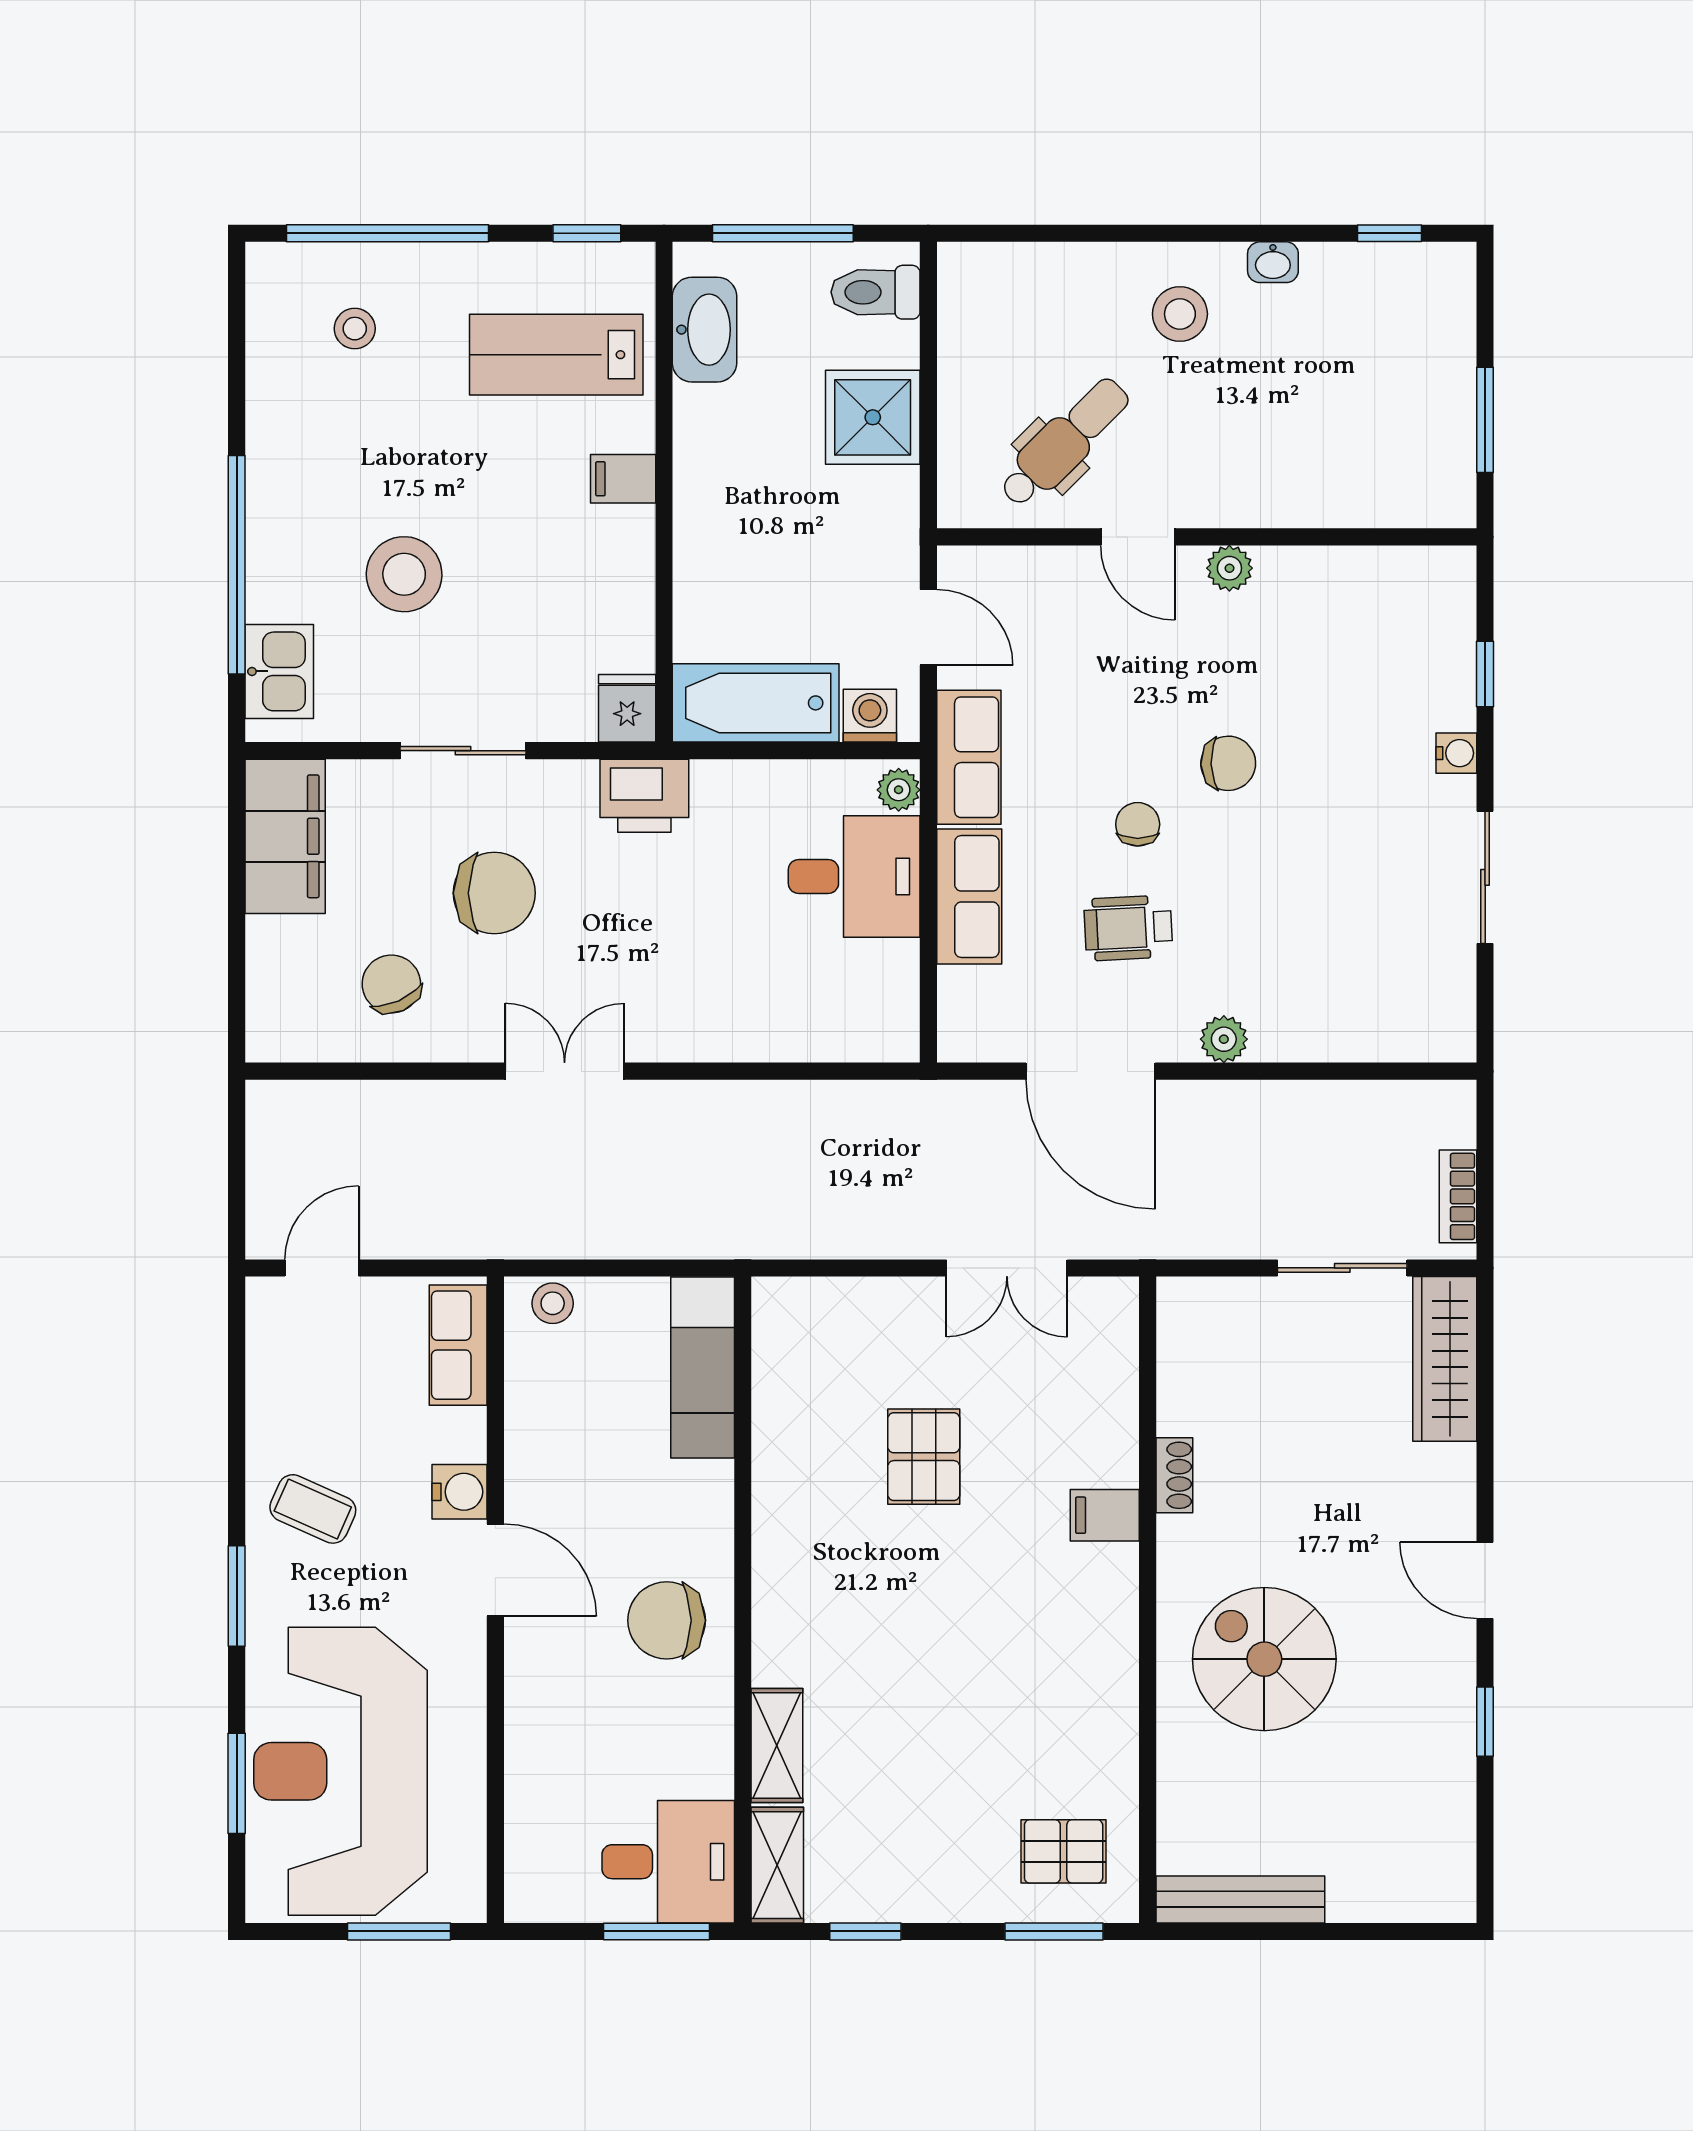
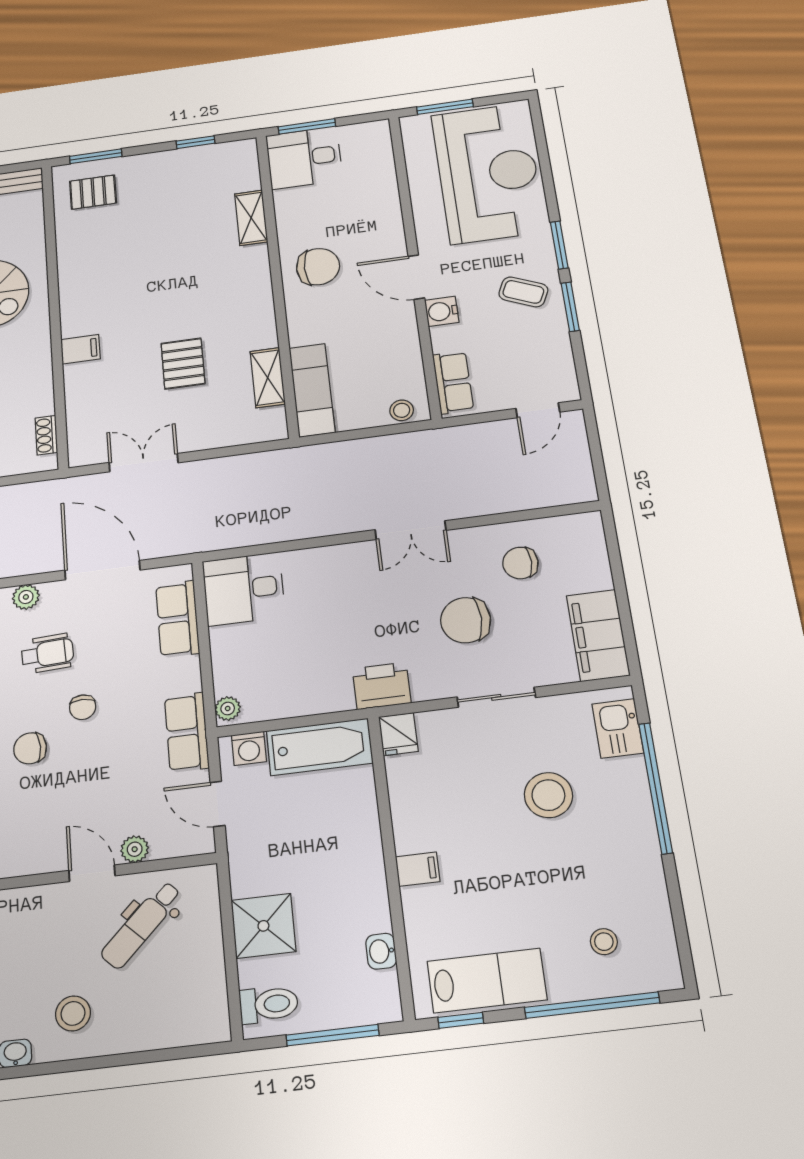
washbasin: (705, 330) -> (381, 951), width x0.52, depth x0.69
lab bench: (556, 355) -> (487, 981), moved
plant: (1229, 568) -> (135, 849), moved
desk: (854, 877) -> (244, 589), moved
row of seats: (969, 897) -> (178, 619), moved
wheelchair: (1128, 928) -> (48, 653), moved
chair: (391, 984) -> (520, 563), turned 114
shoe rack: (1174, 1475) -> (46, 435), moved
window: (237, 1783) -> (570, 307), moved
shelving: (777, 1865) -> (268, 378), moved

